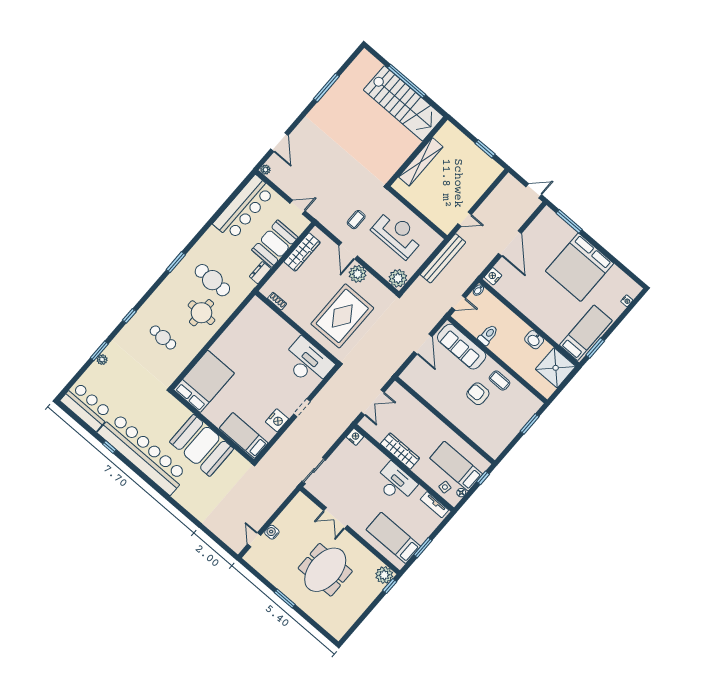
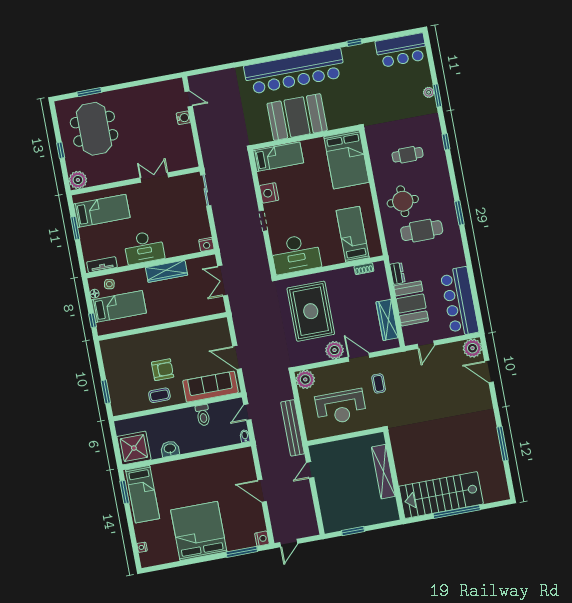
plant: (265, 170) -> (472, 348), width x1.88, depth x1.88
door: (510, 243) -> (262, 491), width x0.73
nightstand: (493, 276) -> (262, 539), moved
bed: (258, 331) -> (353, 234), added
bar counter: (143, 453) -> (295, 71), moved
meeting table: (325, 570) -> (94, 129), moved
window: (390, 586) -> (61, 150), moved
window: (285, 598) -> (89, 92), moved

